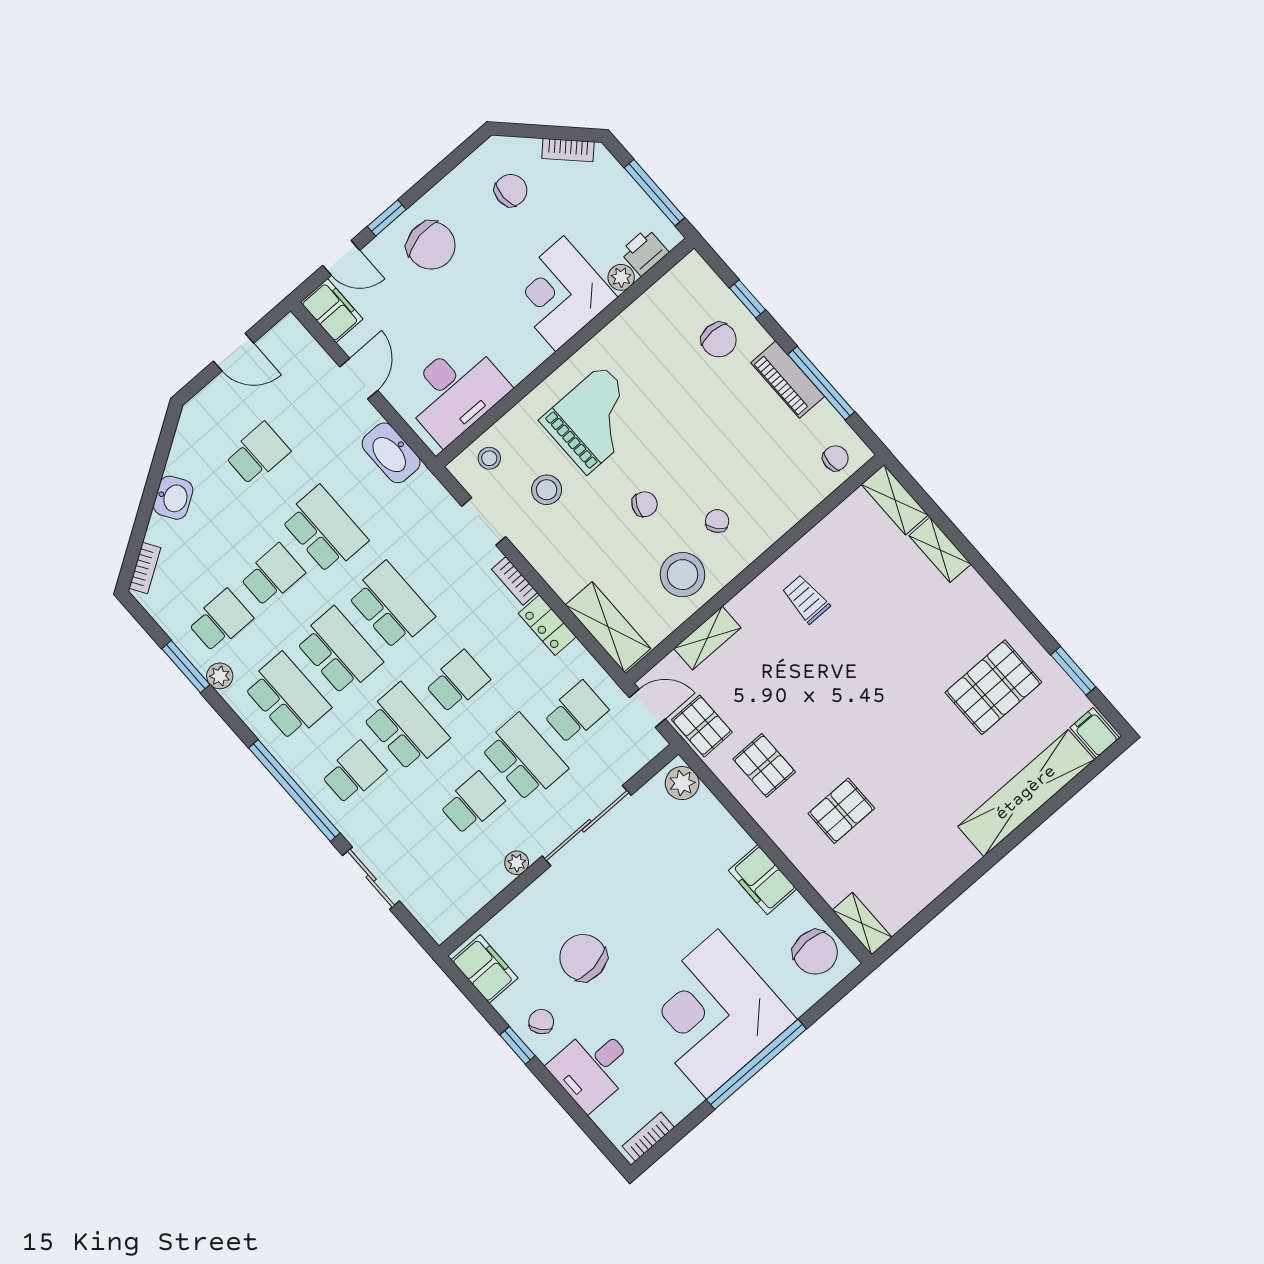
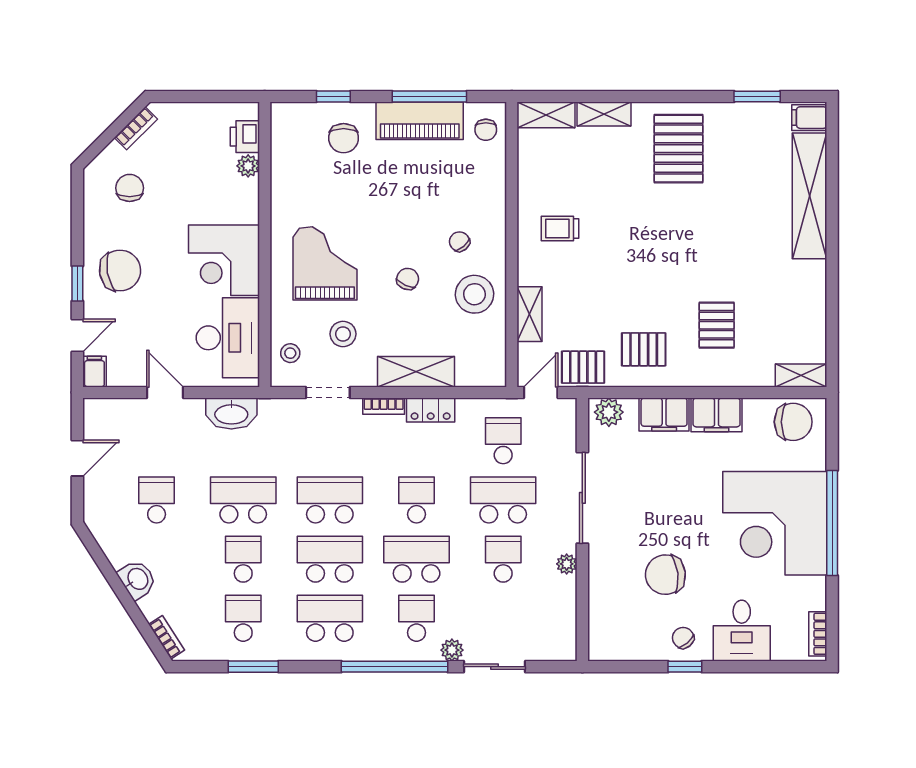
window: (655, 193) -> (212, 97), removed
corner desk: (560, 294) -> (224, 260), moved
filing cabinet: (332, 311) -> (94, 372), width x0.50
chair: (719, 340) -> (344, 138), turned 90
piano: (788, 380) -> (420, 121), width x1.37, depth x1.33
chair: (835, 458) -> (486, 130), turned 180
shelving: (608, 627) -> (416, 372), moved
plant: (220, 676) -> (452, 650), moved
pallet: (993, 687) -> (678, 149), moved
filing cabinet: (485, 969) -> (664, 414), moved, turned 180

